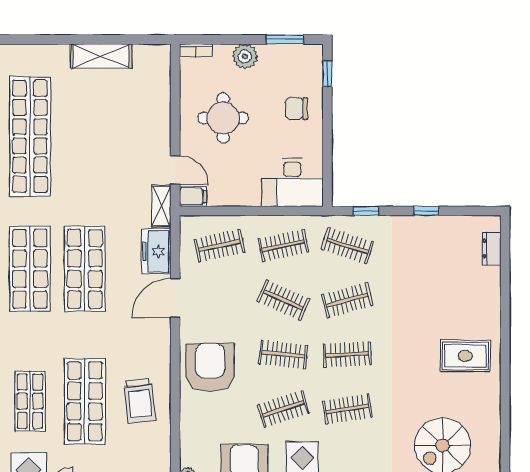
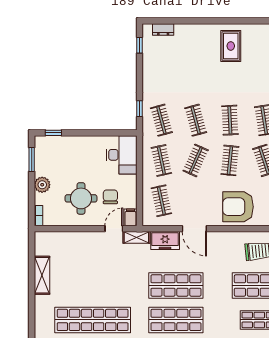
chair: (296, 109) -> (110, 197), moved, turned 180
window: (426, 211) -> (140, 45), moved
clothes rail: (347, 246) -> (161, 120), turned -33

